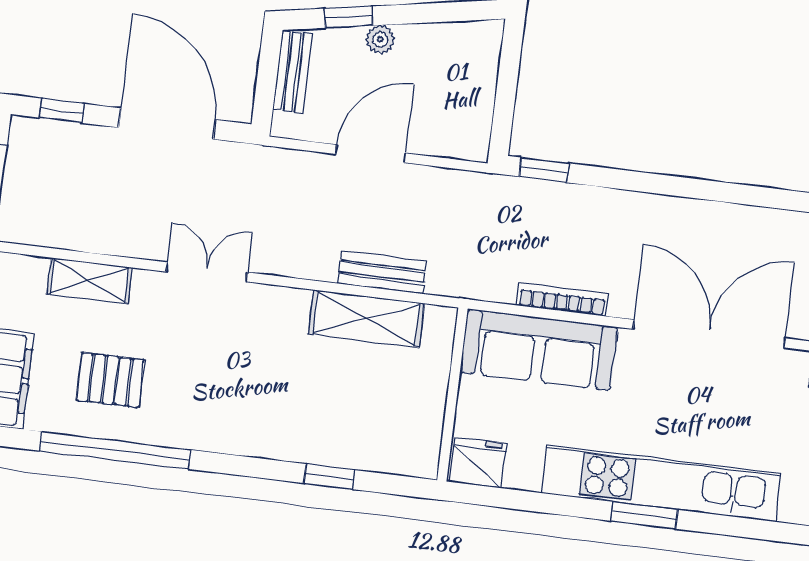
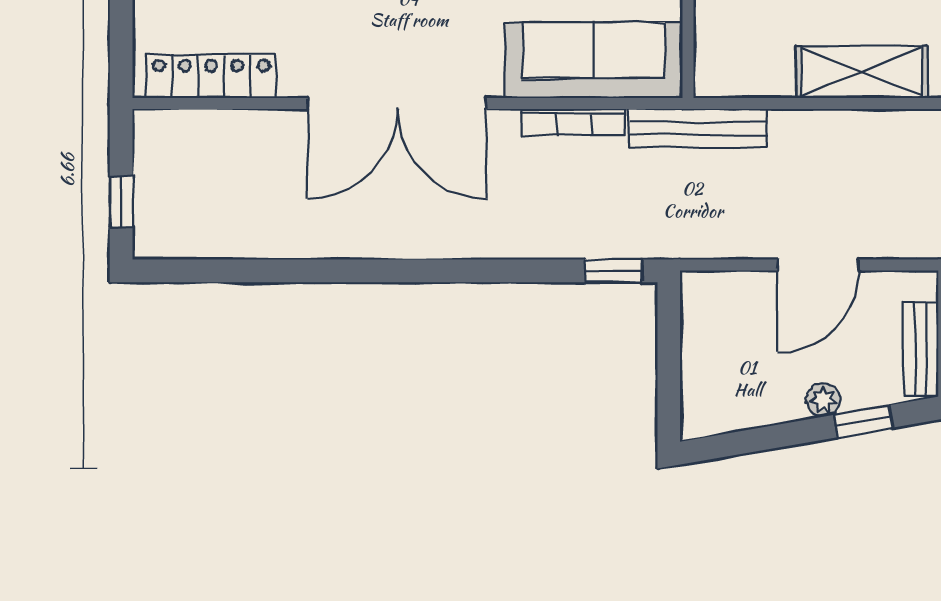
bench: (382, 272) -> (698, 128), moved, width x1.36
shelving: (366, 319) -> (862, 72), moved

